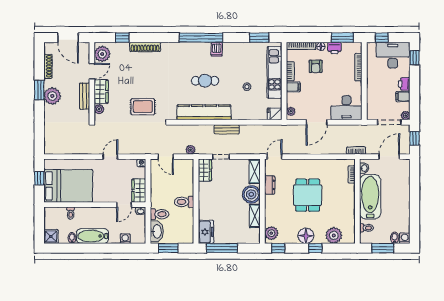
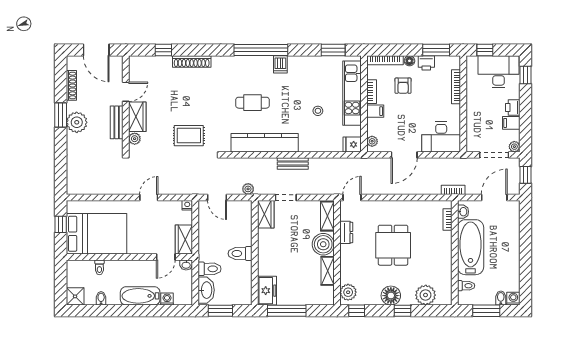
plant: (102, 54) -> (139, 70), removed
cafe table: (205, 81) -> (253, 103), moved
bathtub: (92, 236) -> (140, 296), moved

